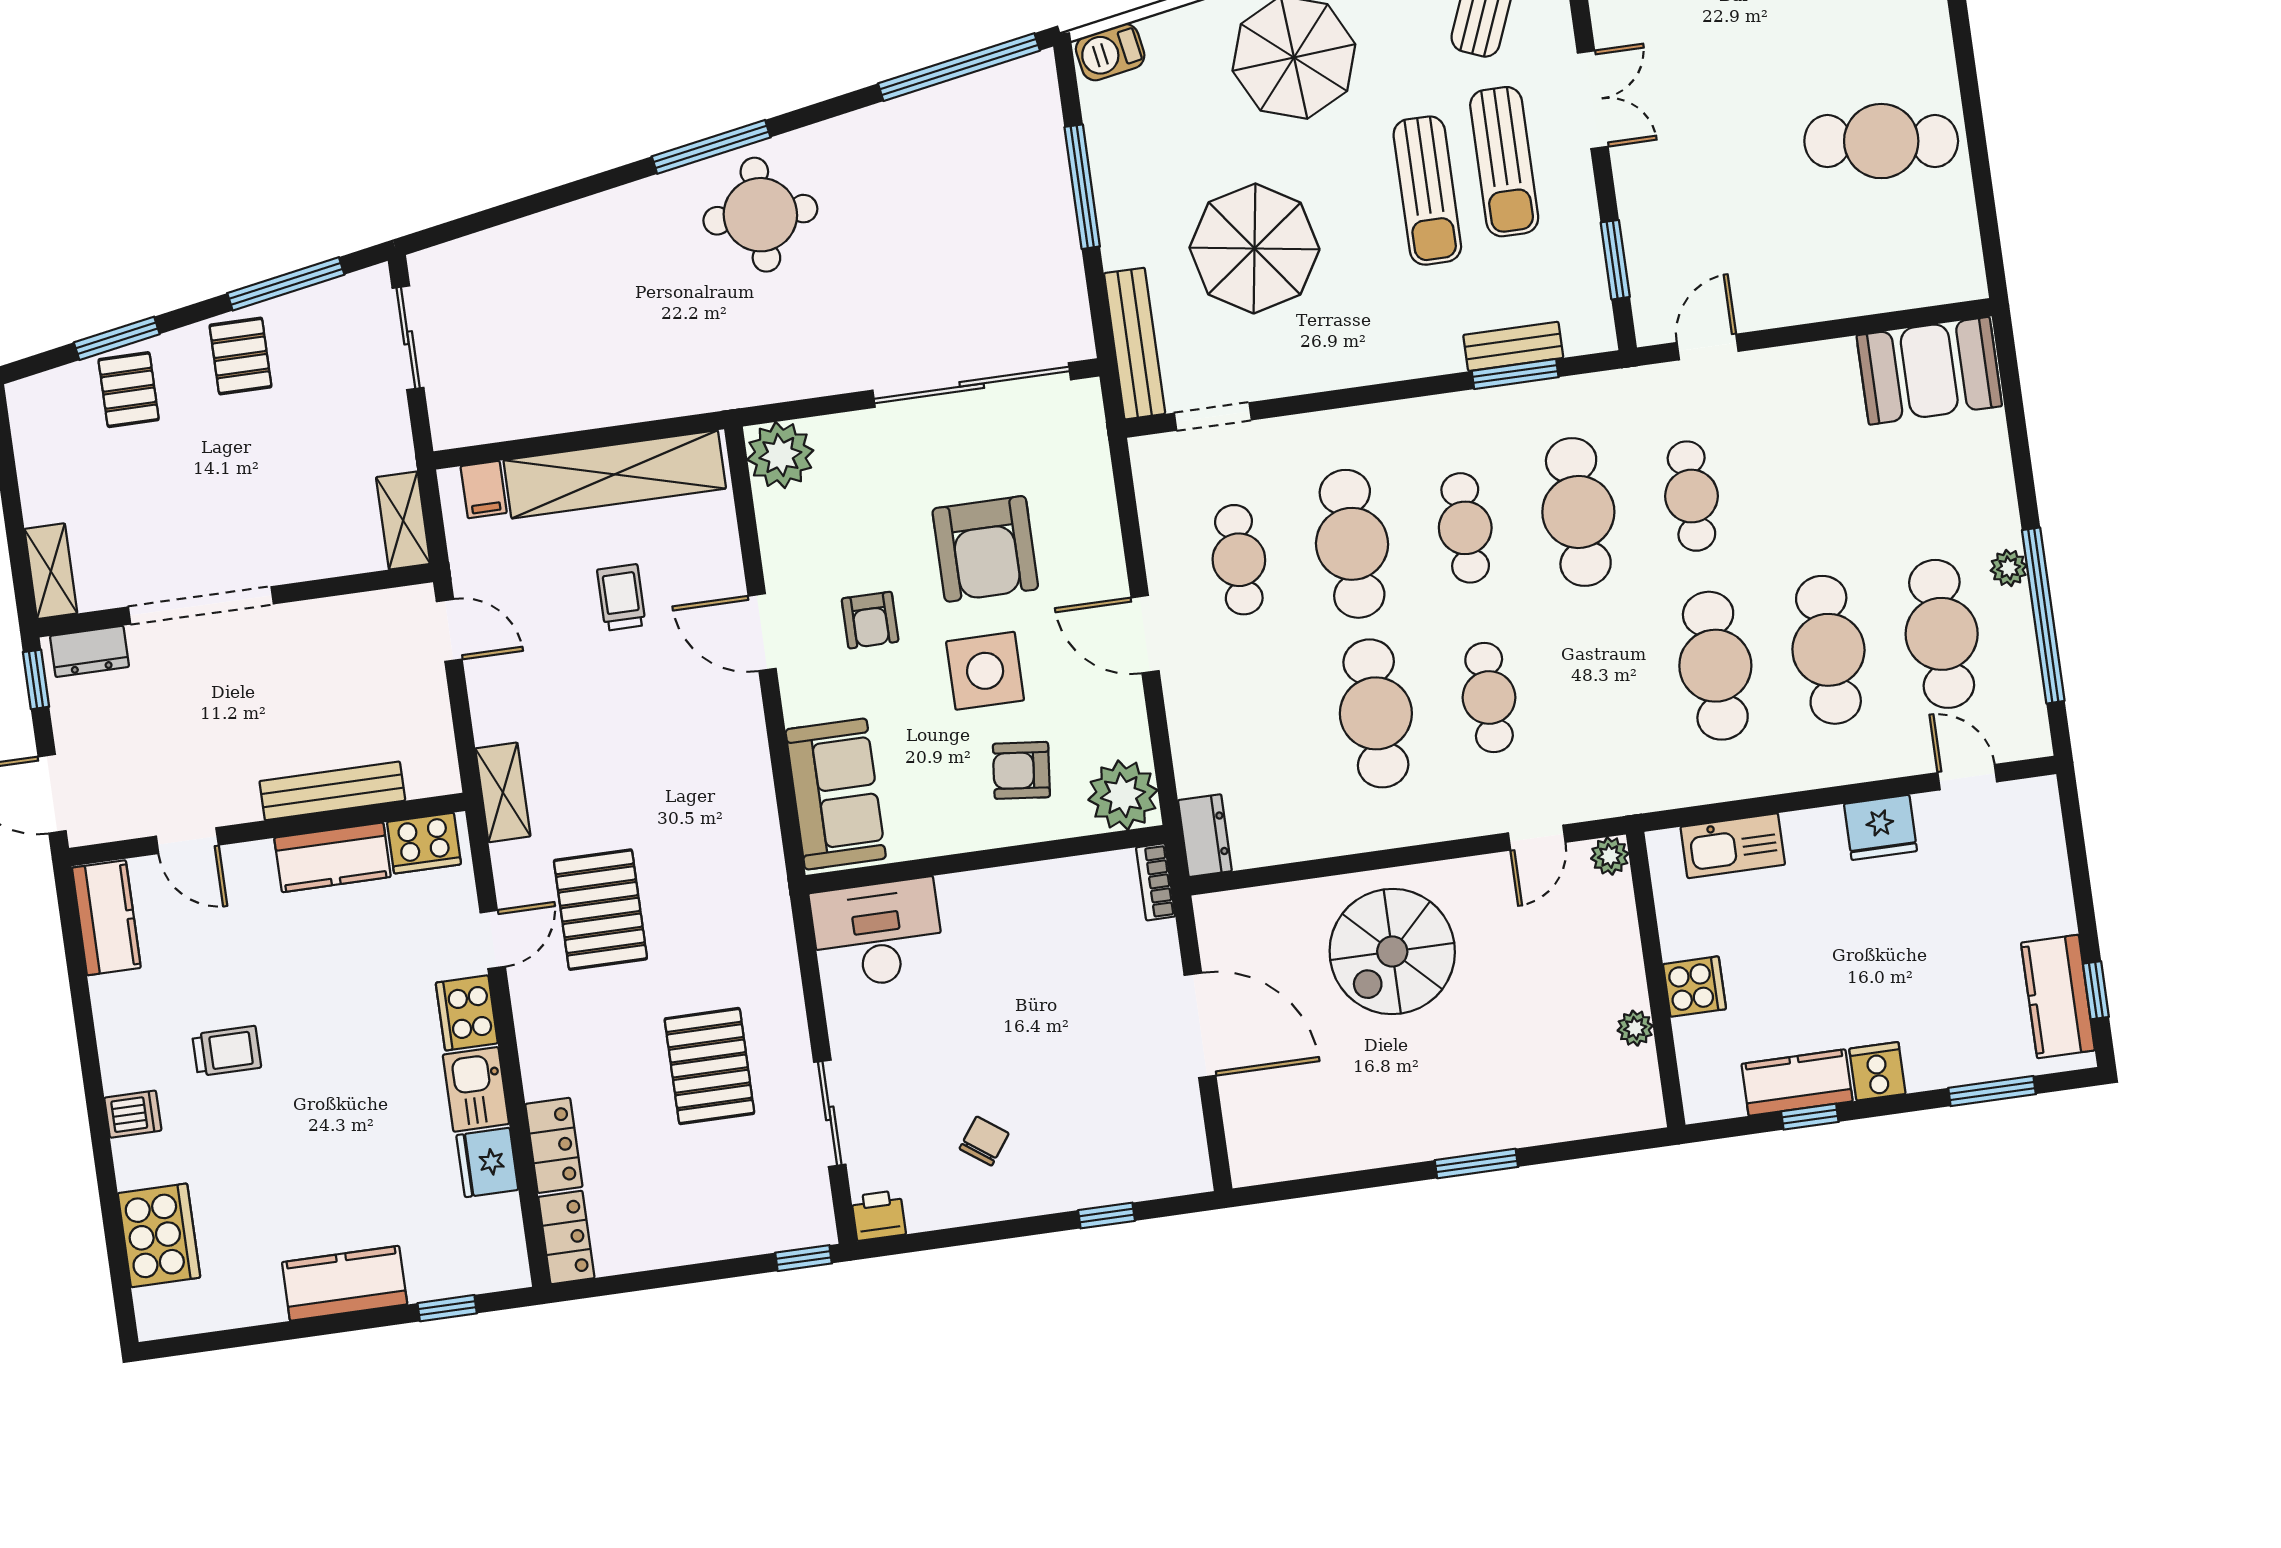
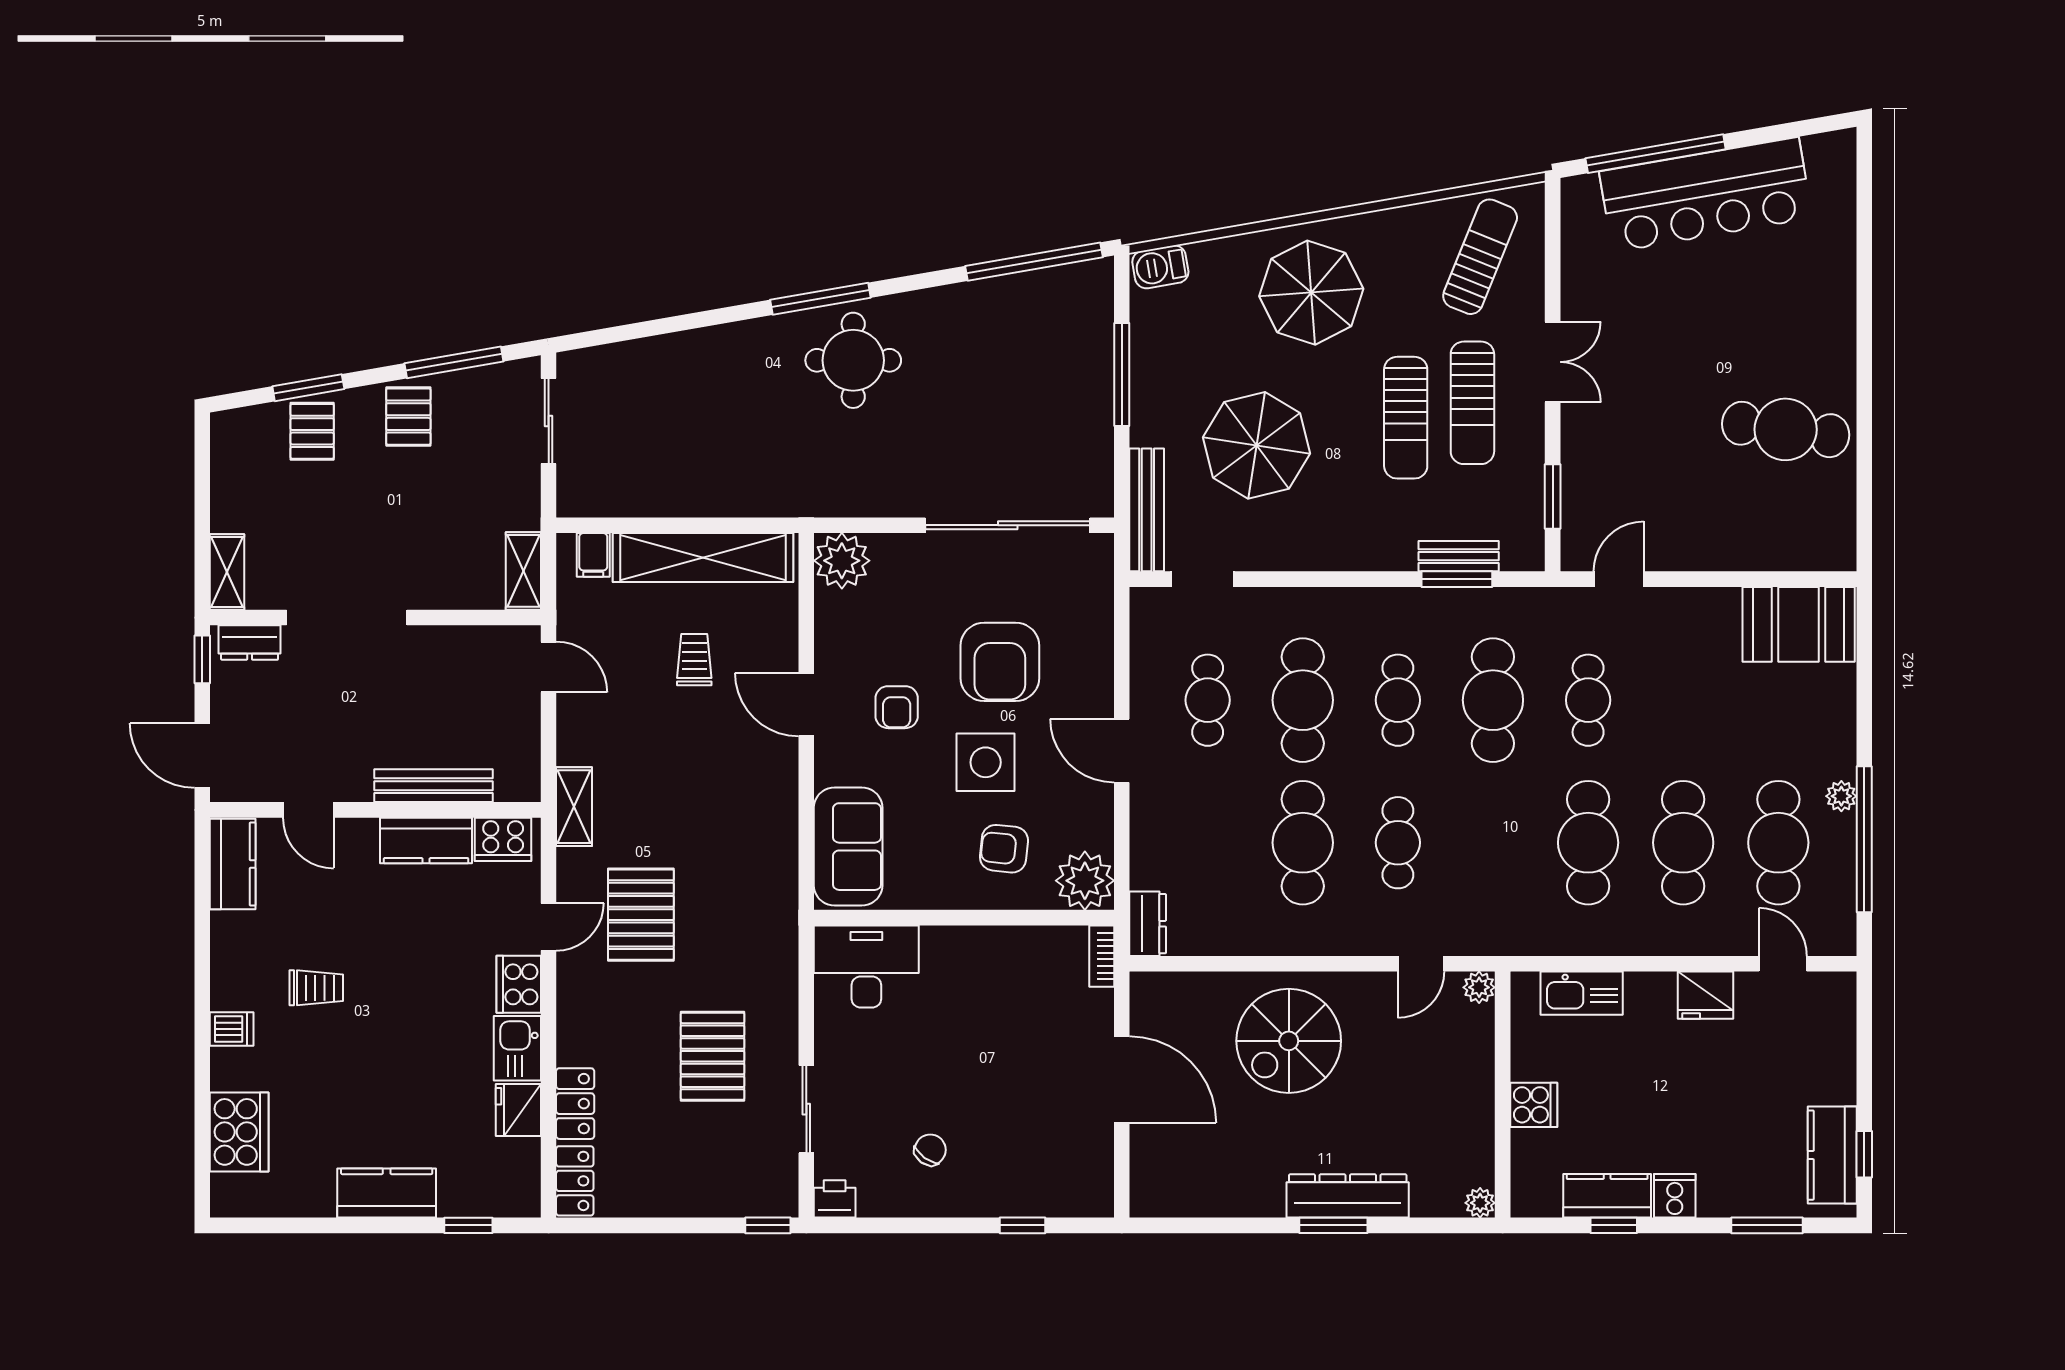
plant: (1635, 1028) -> (1480, 1203), moved
dresser: (1488, 1126) -> (1348, 1196), added

